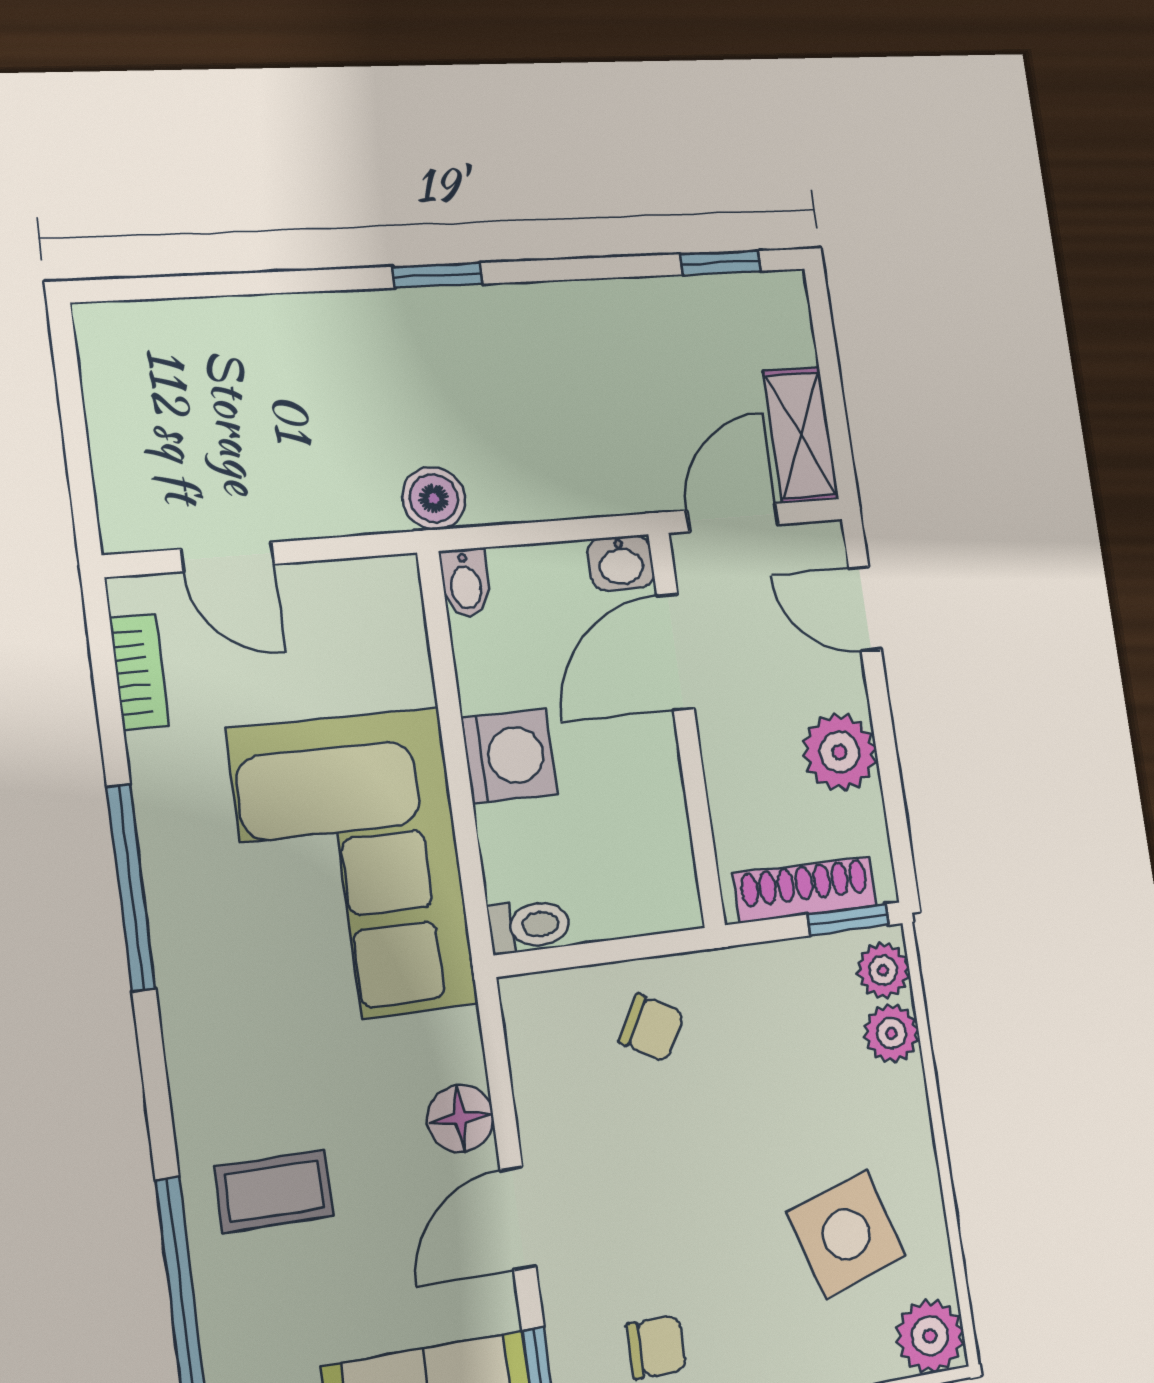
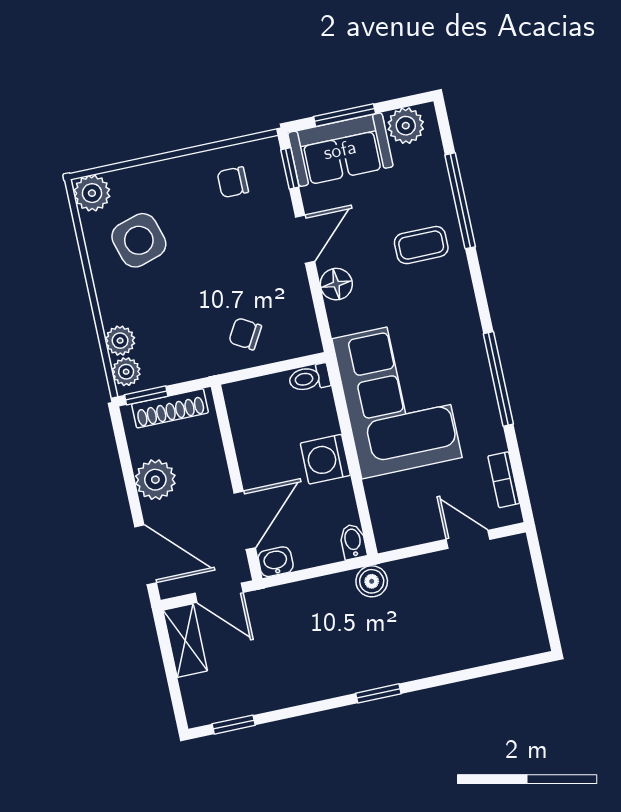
door: (733, 517) -> (219, 593), hinge flipped
door: (865, 609) -> (146, 555), width x1.38

